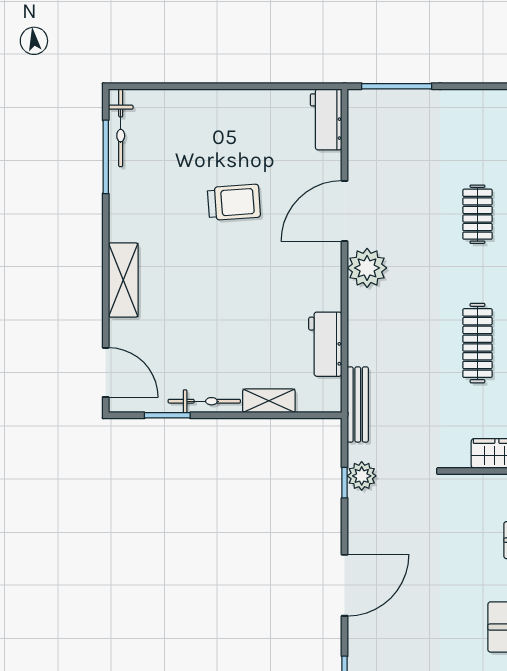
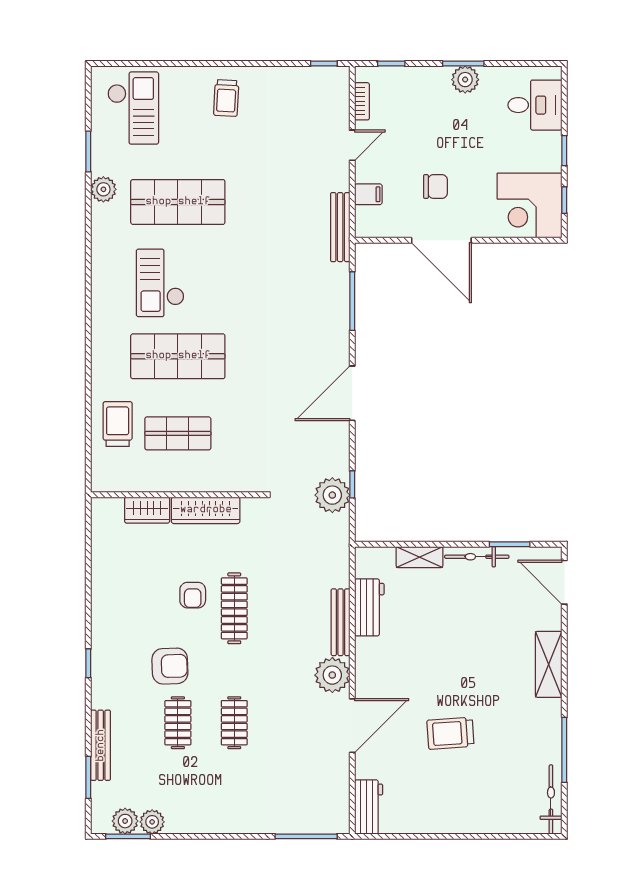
window: (106, 157) -> (564, 750), moved
bench: (358, 404) -> (341, 622), moved
plant: (362, 476) -> (332, 495), width x1.36, depth x1.36

